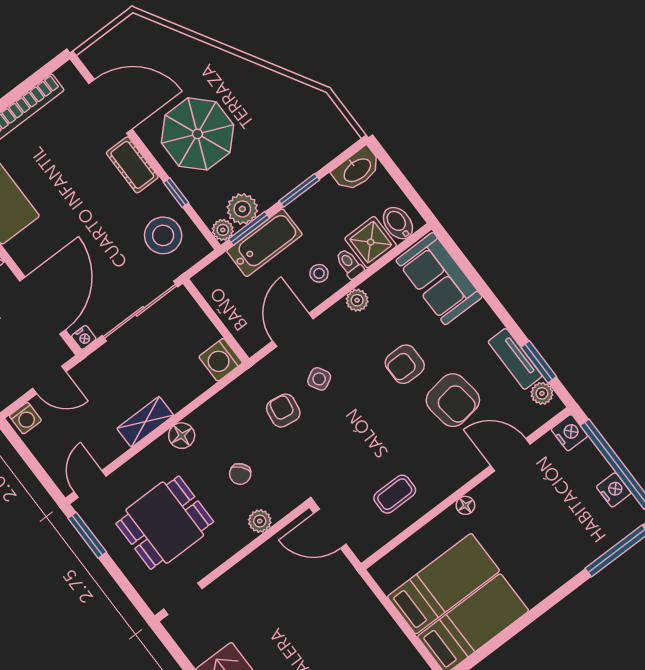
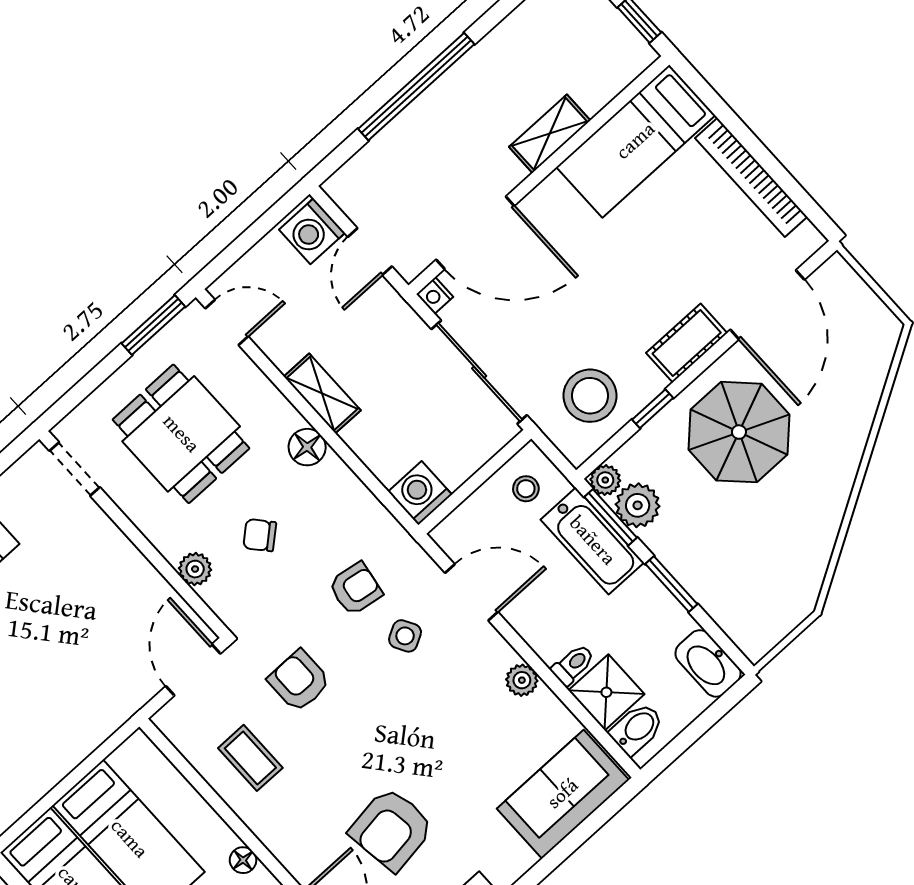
stool: (319, 273) -> (526, 489), moved
armchair: (405, 364) -> (299, 681), moved
washing machine: (25, 418) -> (312, 231), width x1.38, depth x1.38

